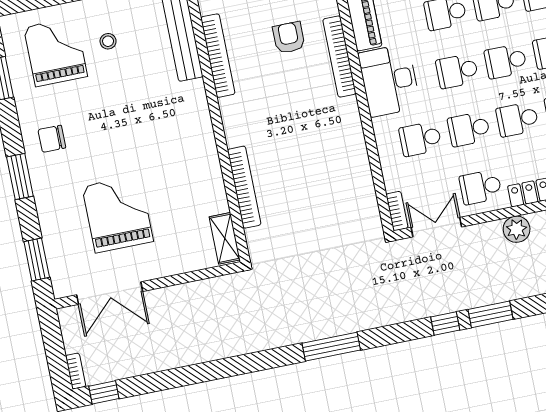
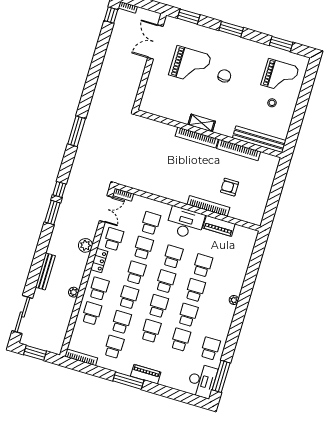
armchair: (289, 38) -> (230, 187), turned 180
chair: (52, 139) -> (224, 76), moved
bookcase: (244, 187) -> (197, 137), moved
shelving: (225, 238) -> (202, 123), moved

